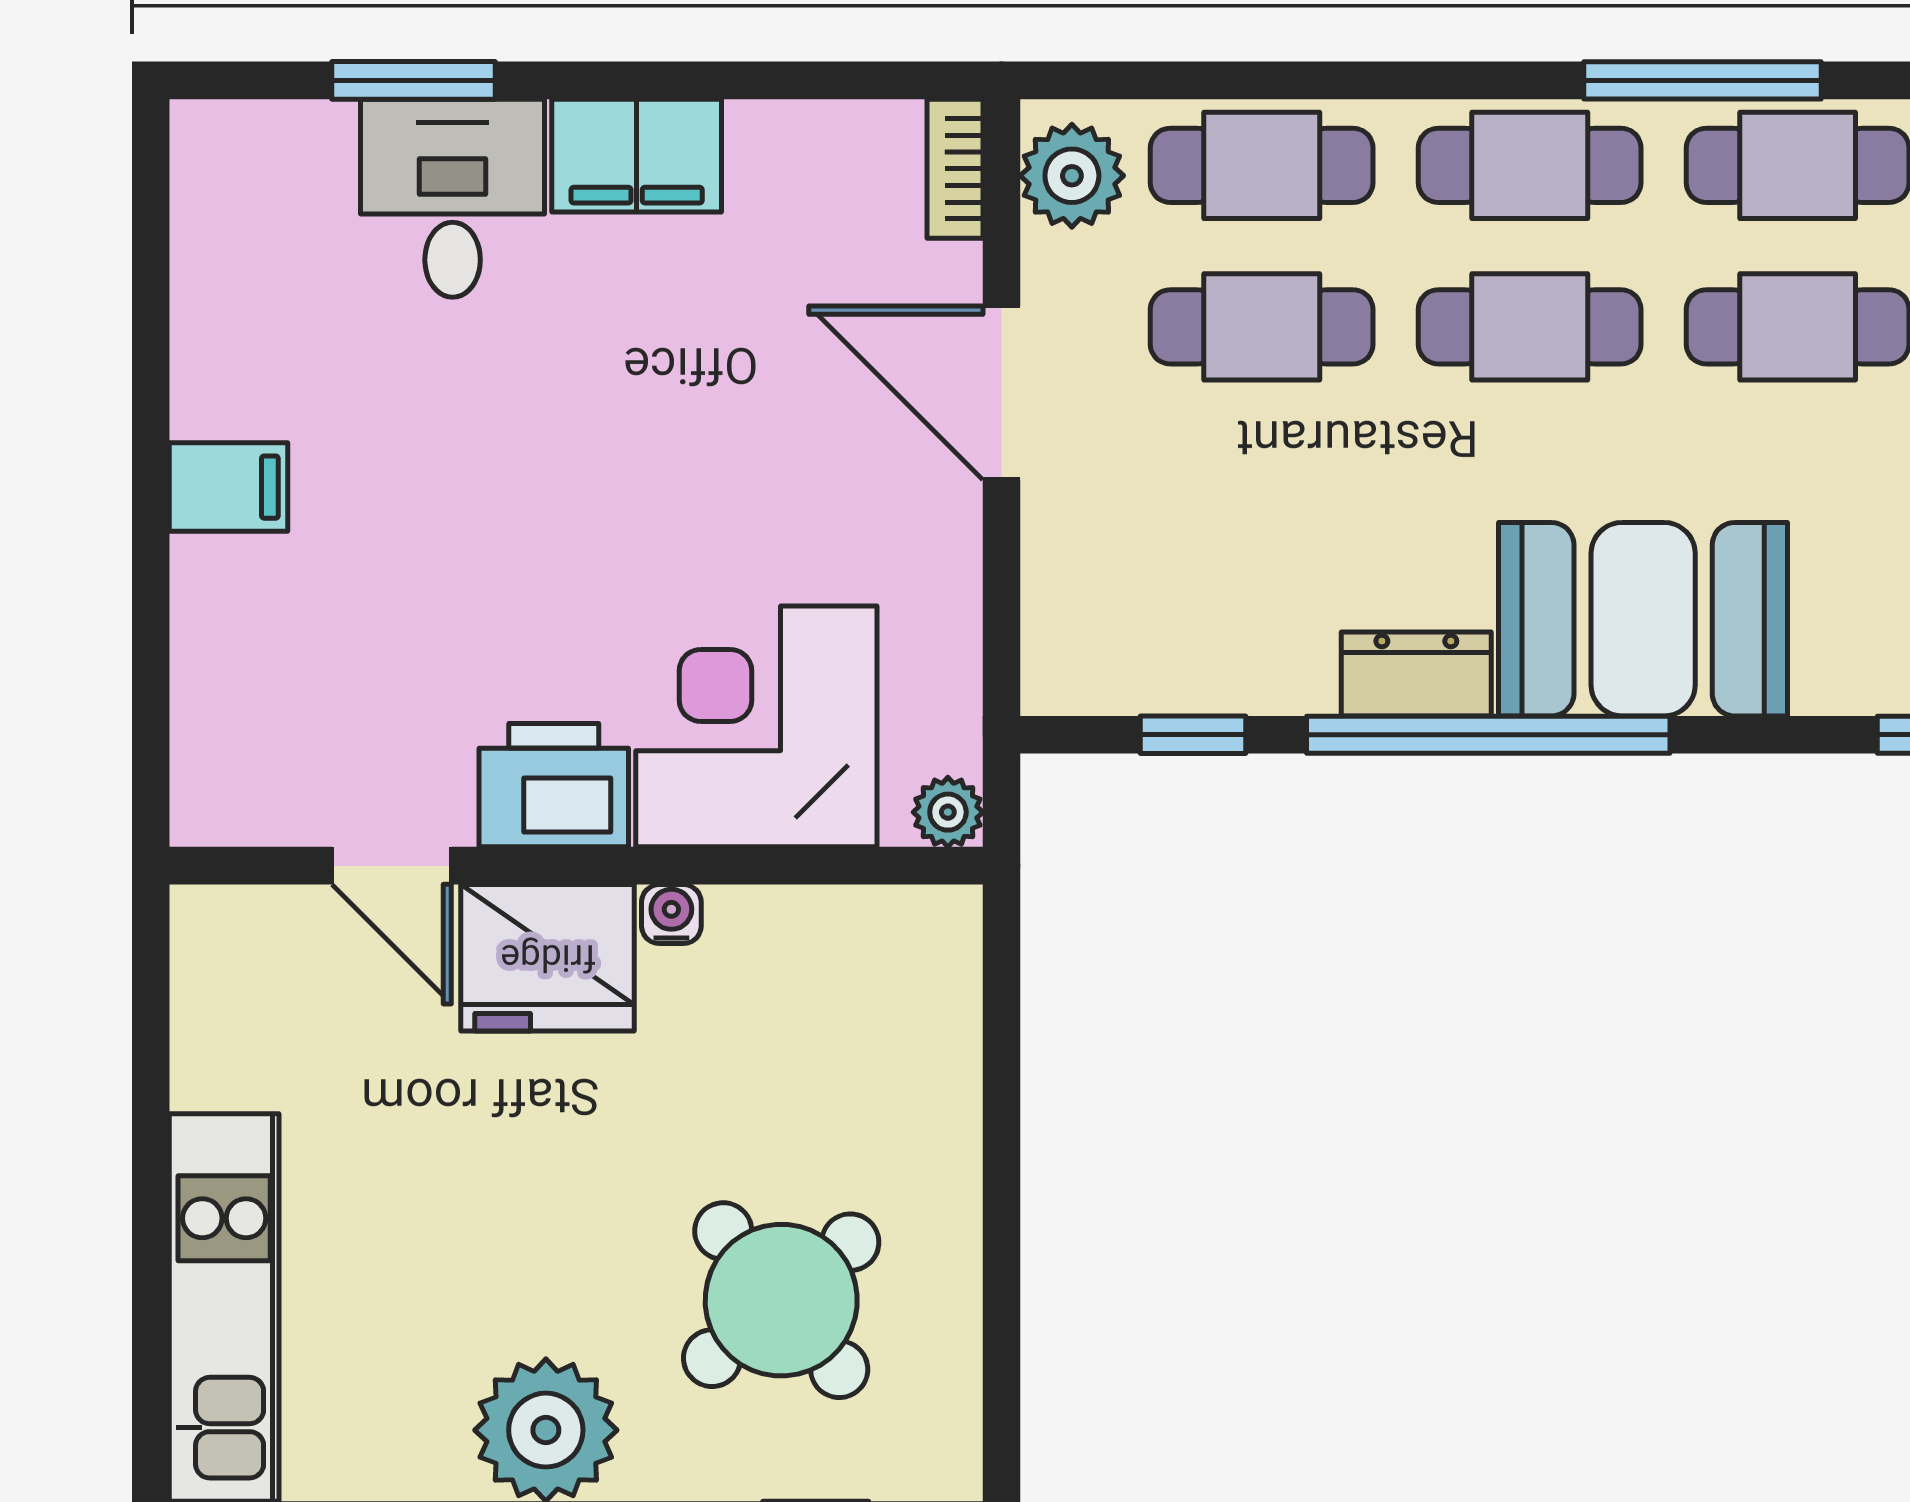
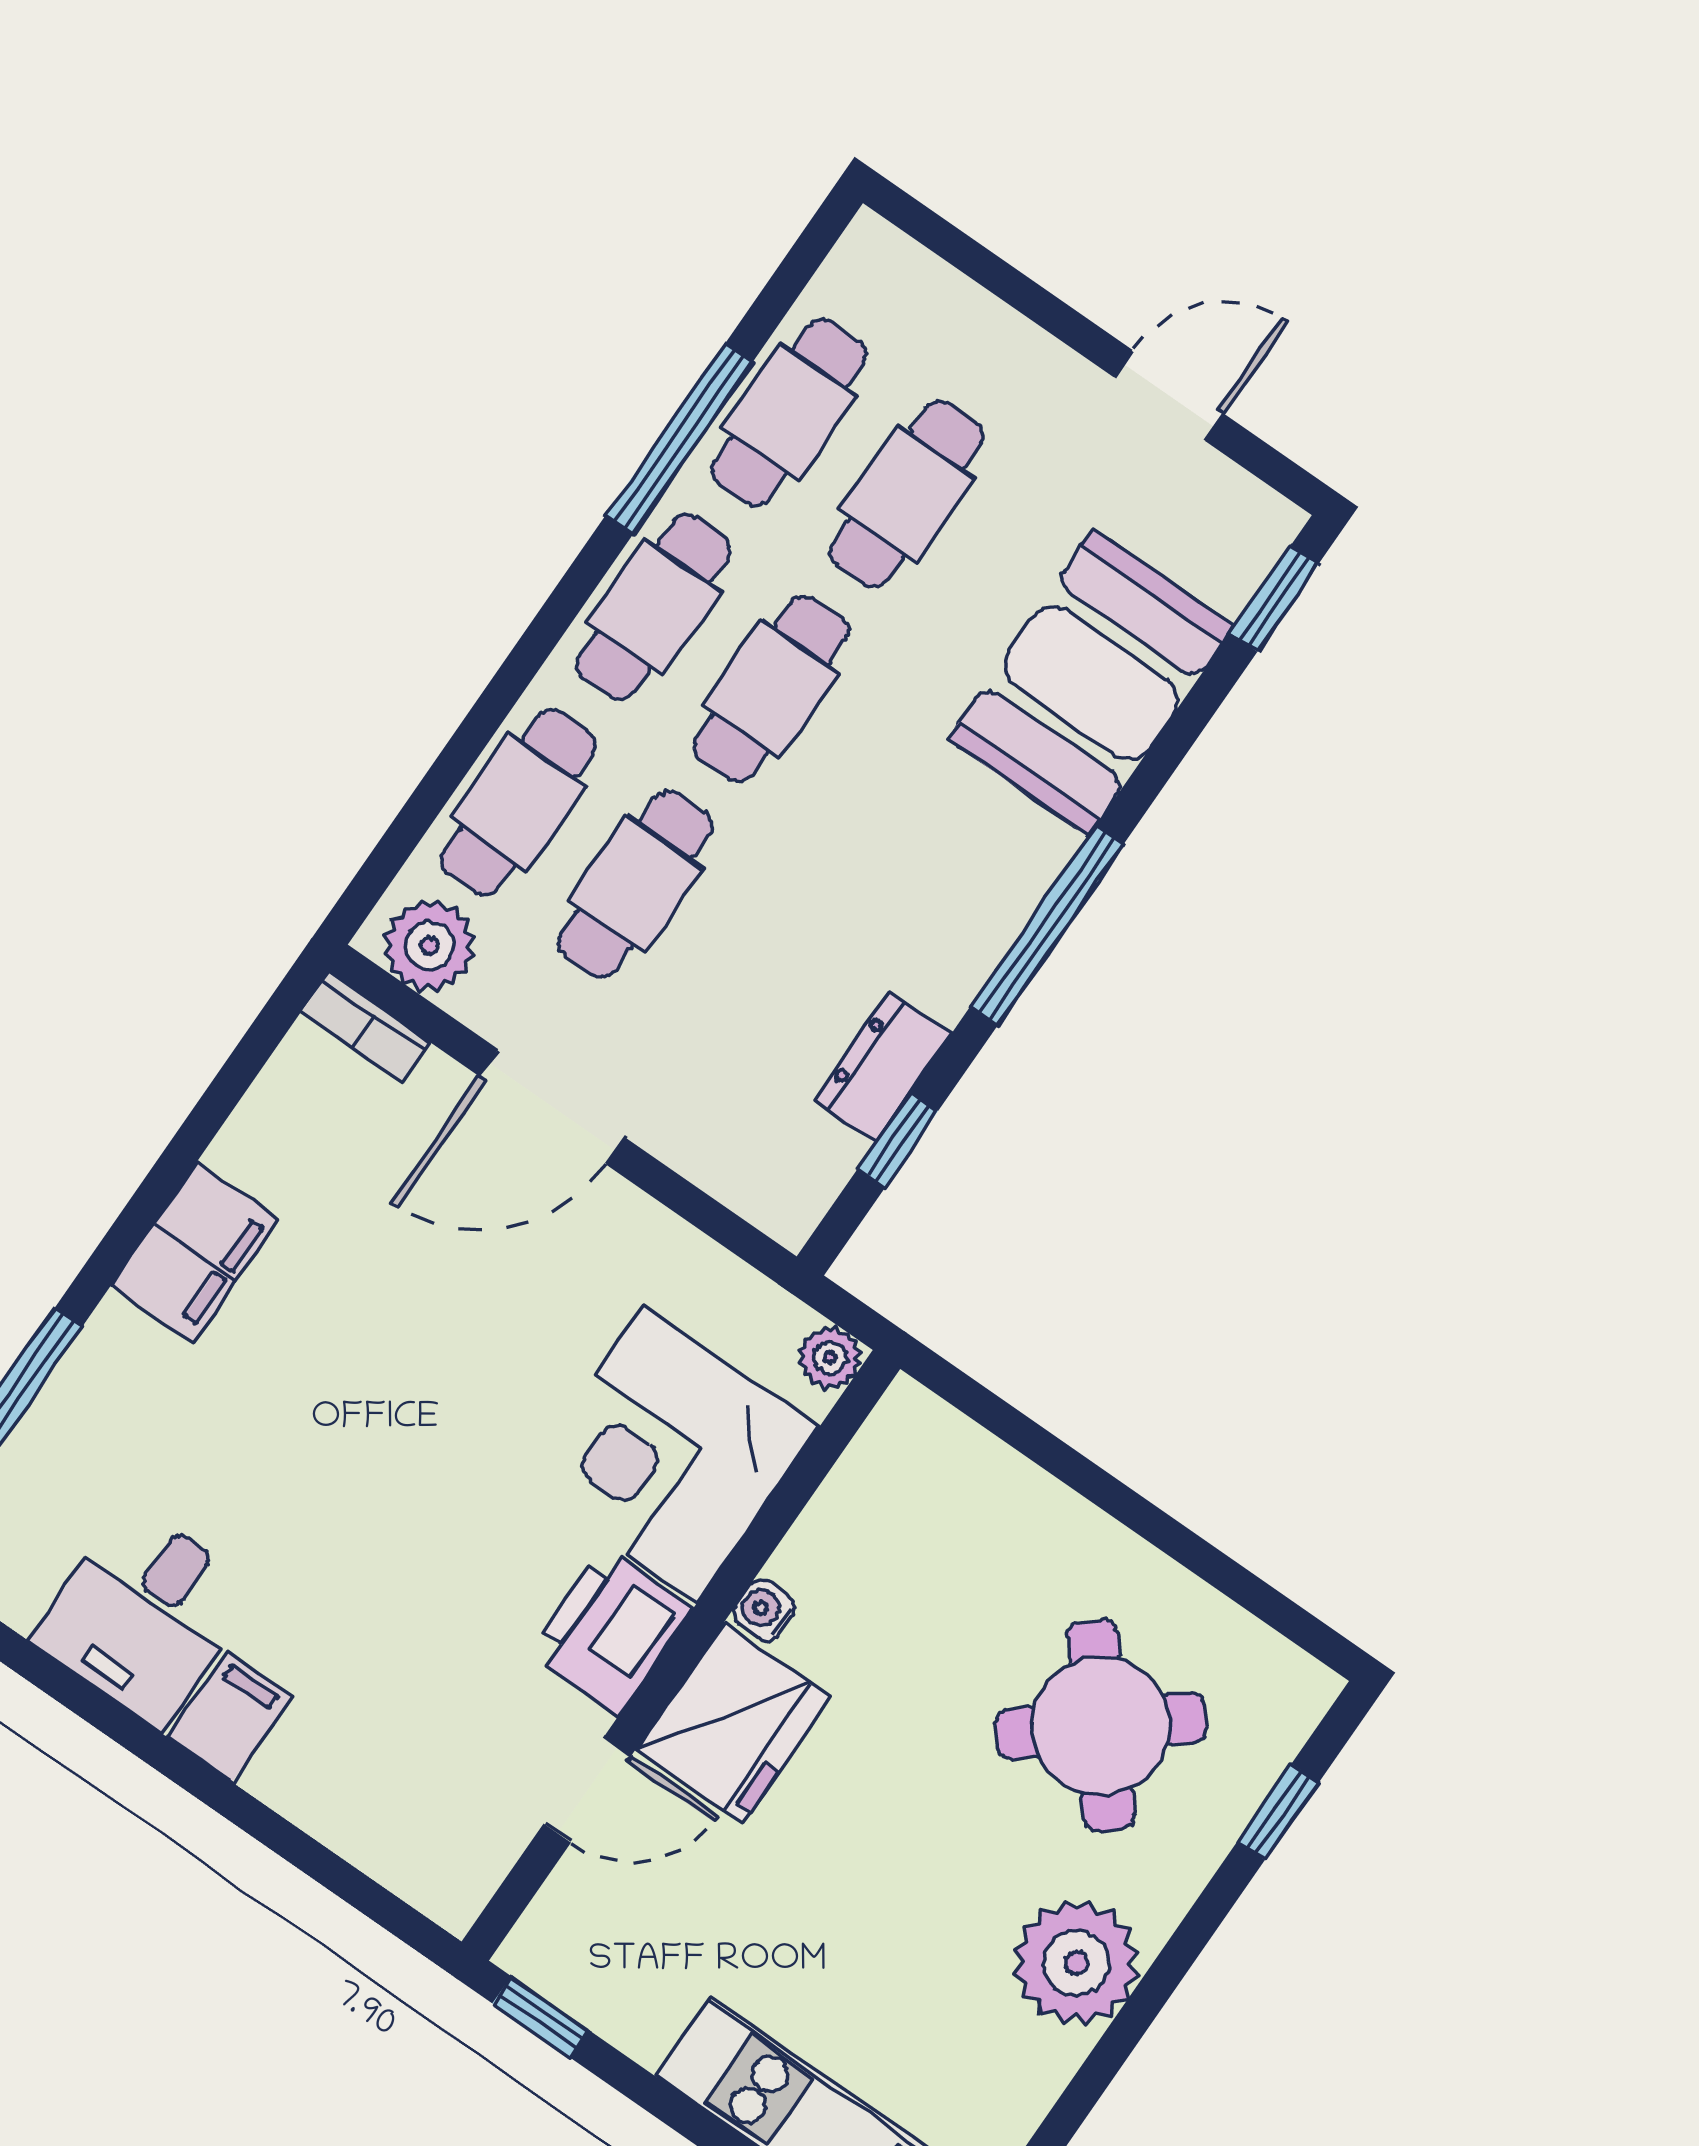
desk: (453, 198) -> (145, 1615), moved, turned -90
booth: (1643, 619) -> (1091, 683), moved
dresser: (1416, 674) -> (883, 1067), moved
window: (1488, 735) -> (1047, 925), width x0.68
window: (151, 968) -> (541, 2017), added

